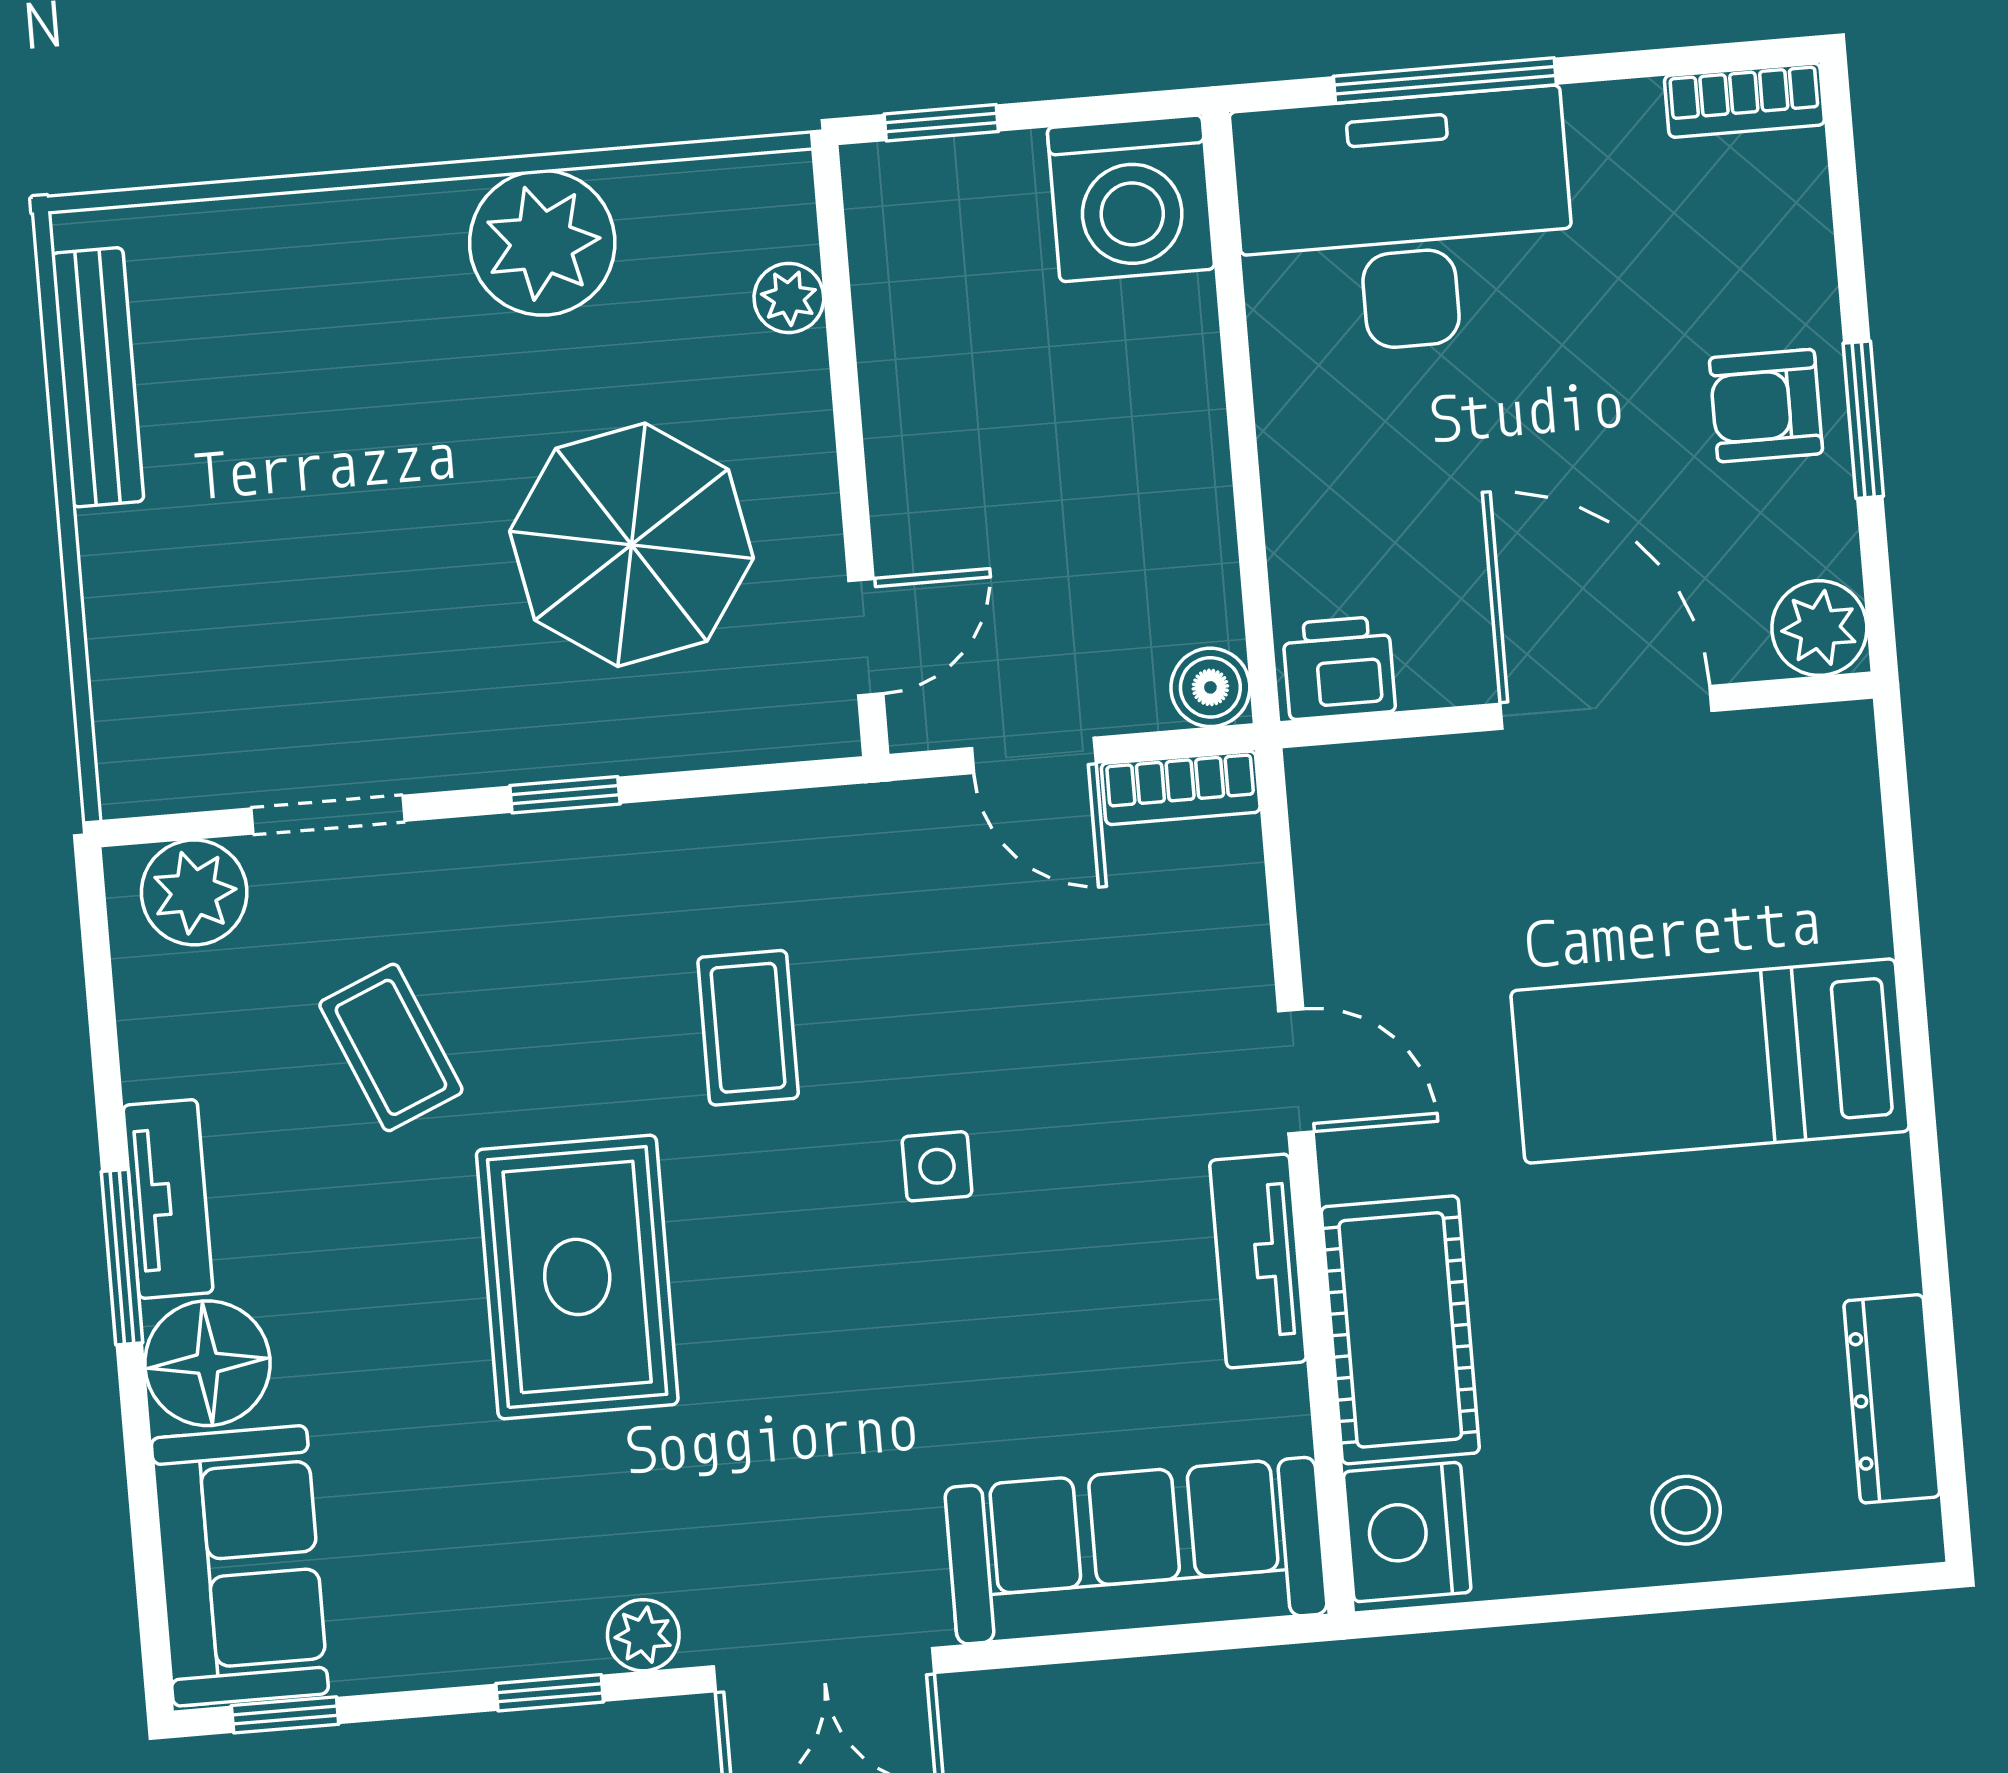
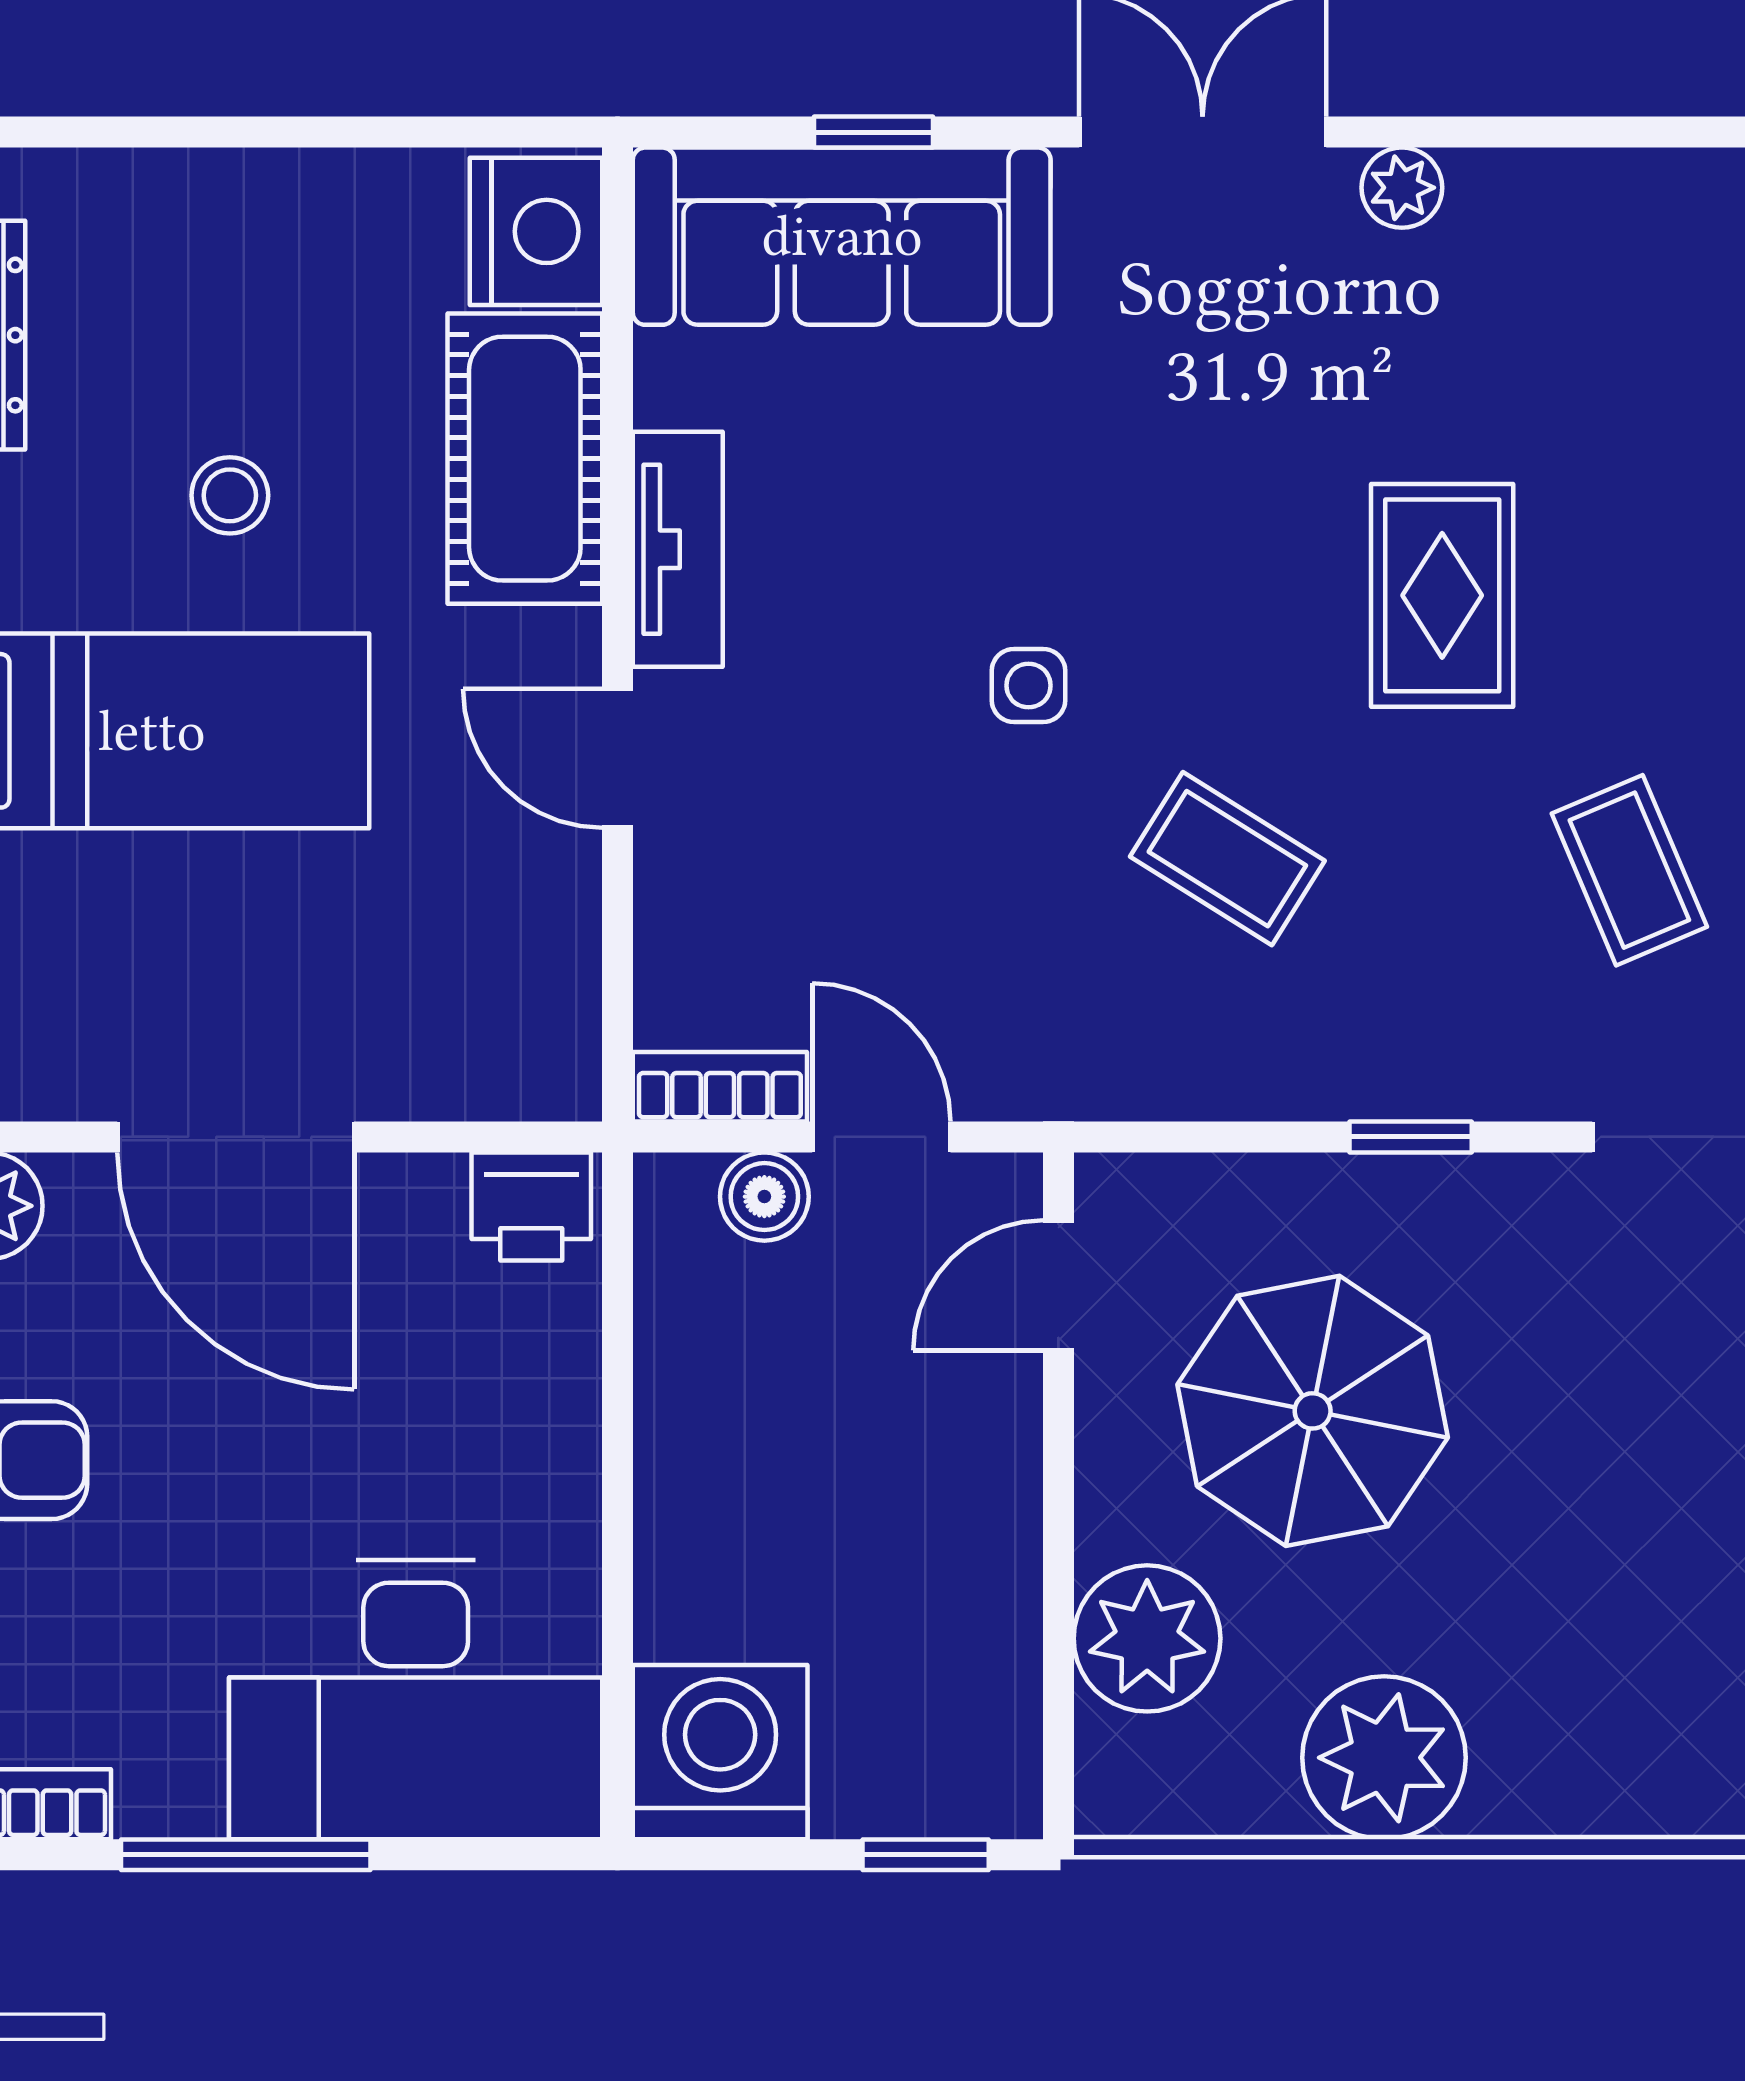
window: (1445, 80) -> (246, 1855), moved
plant: (789, 298) -> (1147, 1638), width x1.88, depth x1.88
boiler: (1210, 687) -> (764, 1197), moved
coffee table: (748, 1028) -> (1227, 859), turned -58
rug: (577, 1277) -> (1442, 595), width x0.73, depth x0.70
stool: (1686, 1510) -> (230, 495), moved
window: (550, 1693) -> (873, 132), moved

